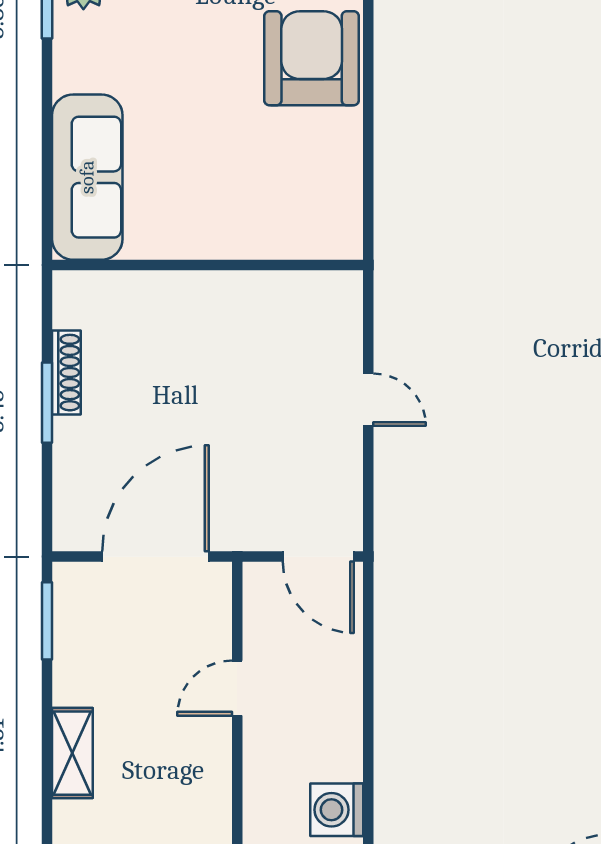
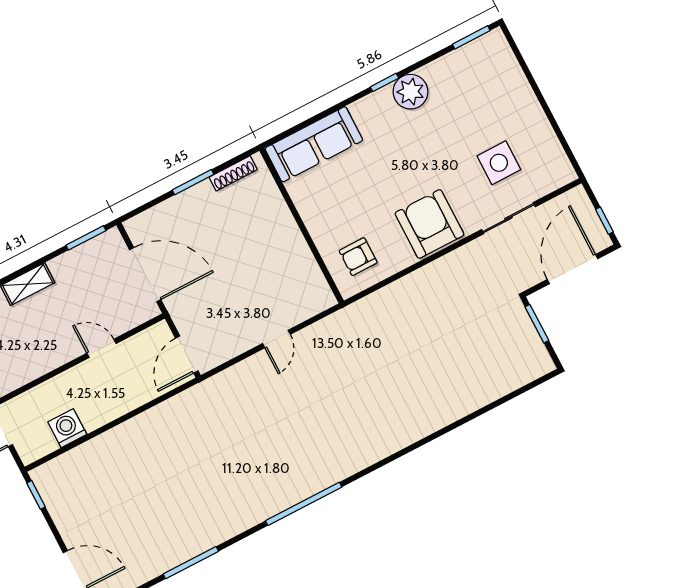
armchair: (312, 58) -> (429, 224), turned -90
armchair: (304, 200) -> (358, 257), added
shoe rack: (66, 373) -> (233, 173), moved

